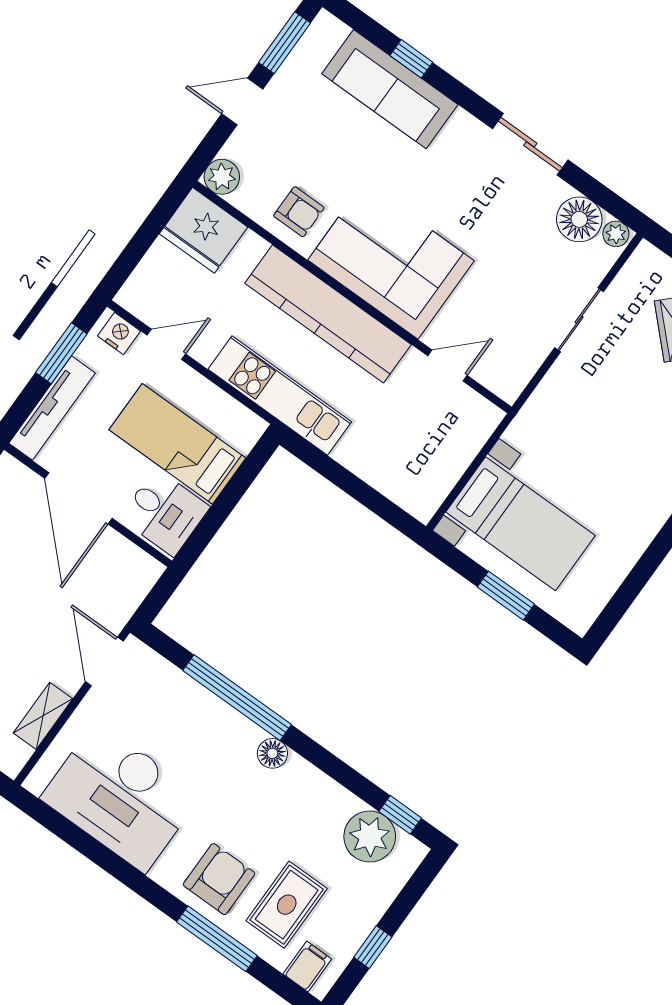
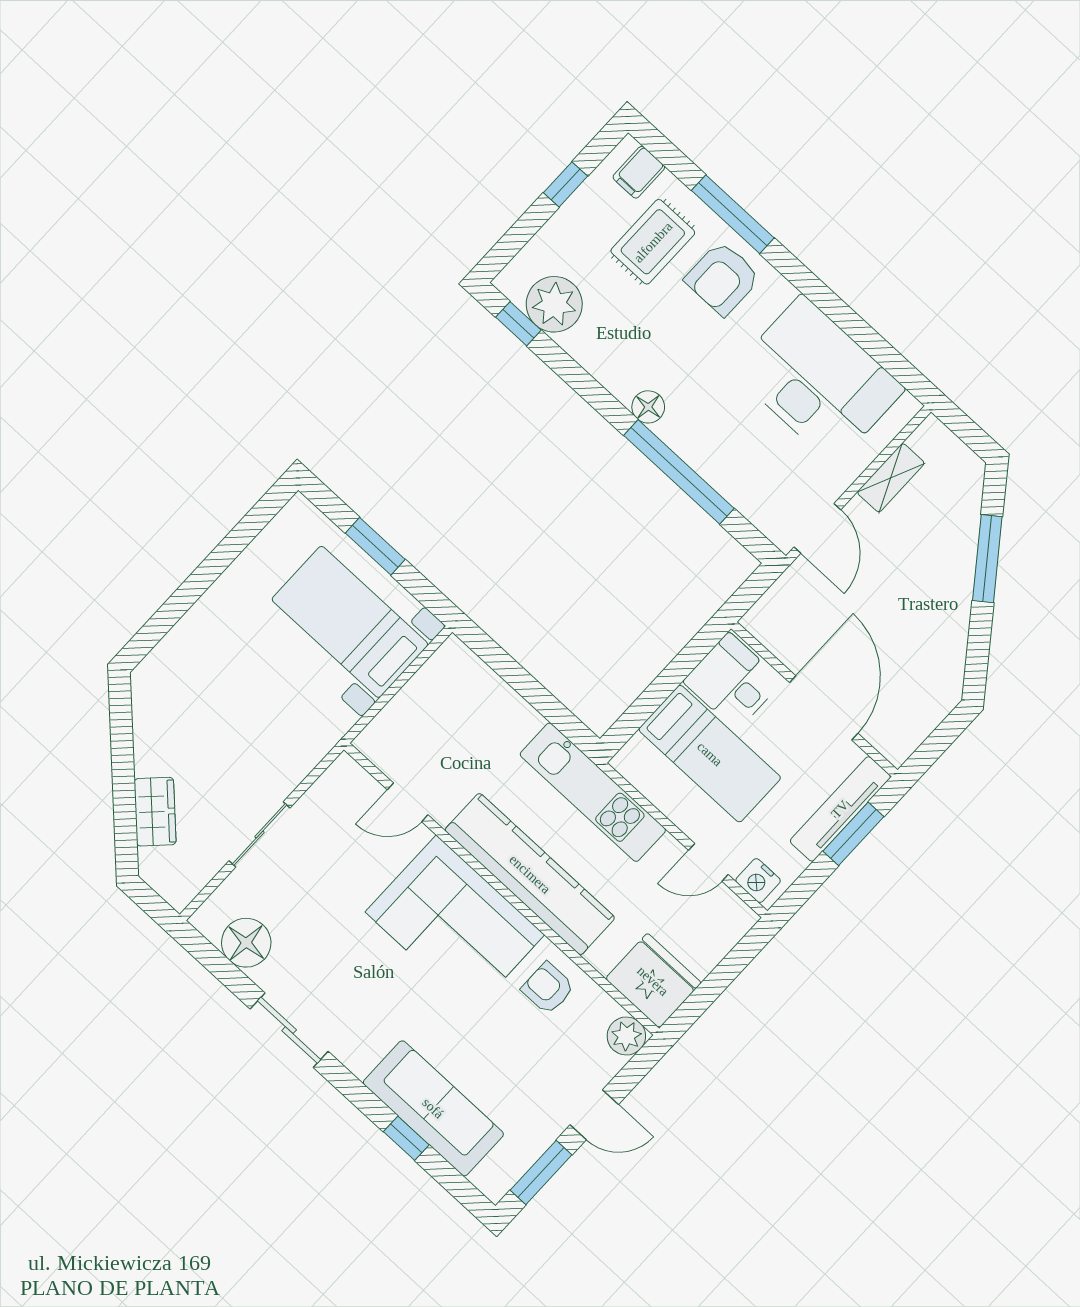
plant: (616, 234) -> (209, 922), removed
window: (61, 353) -> (853, 834), moved

